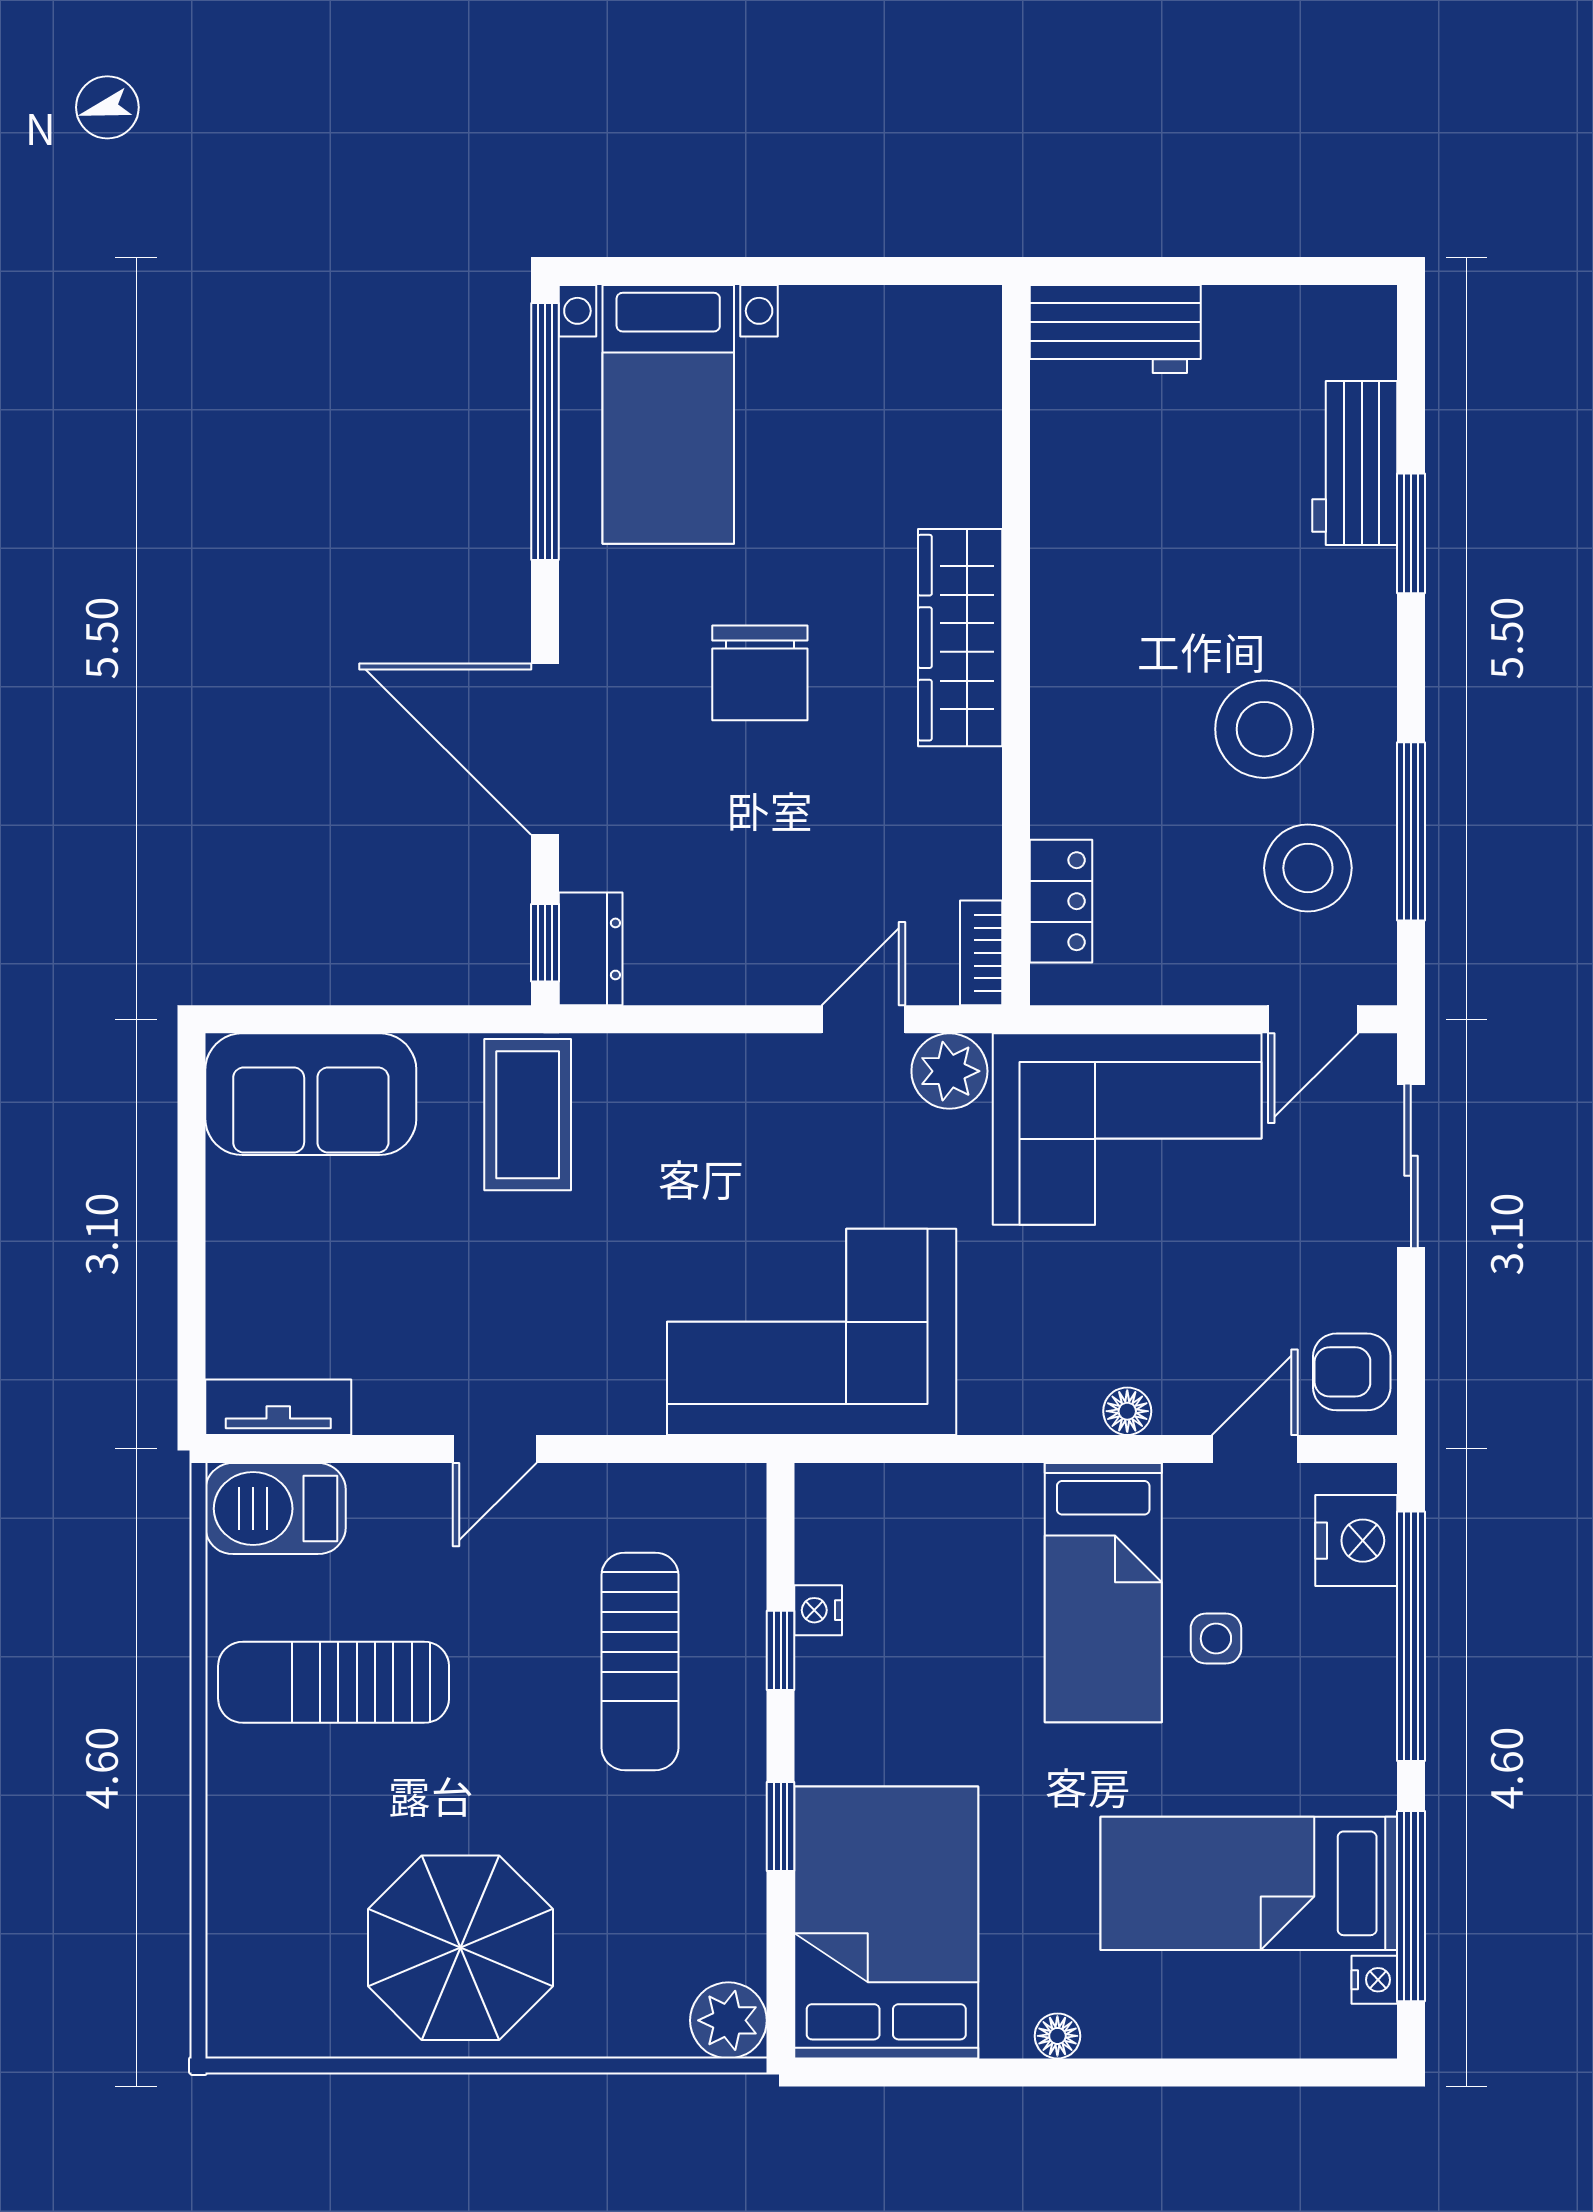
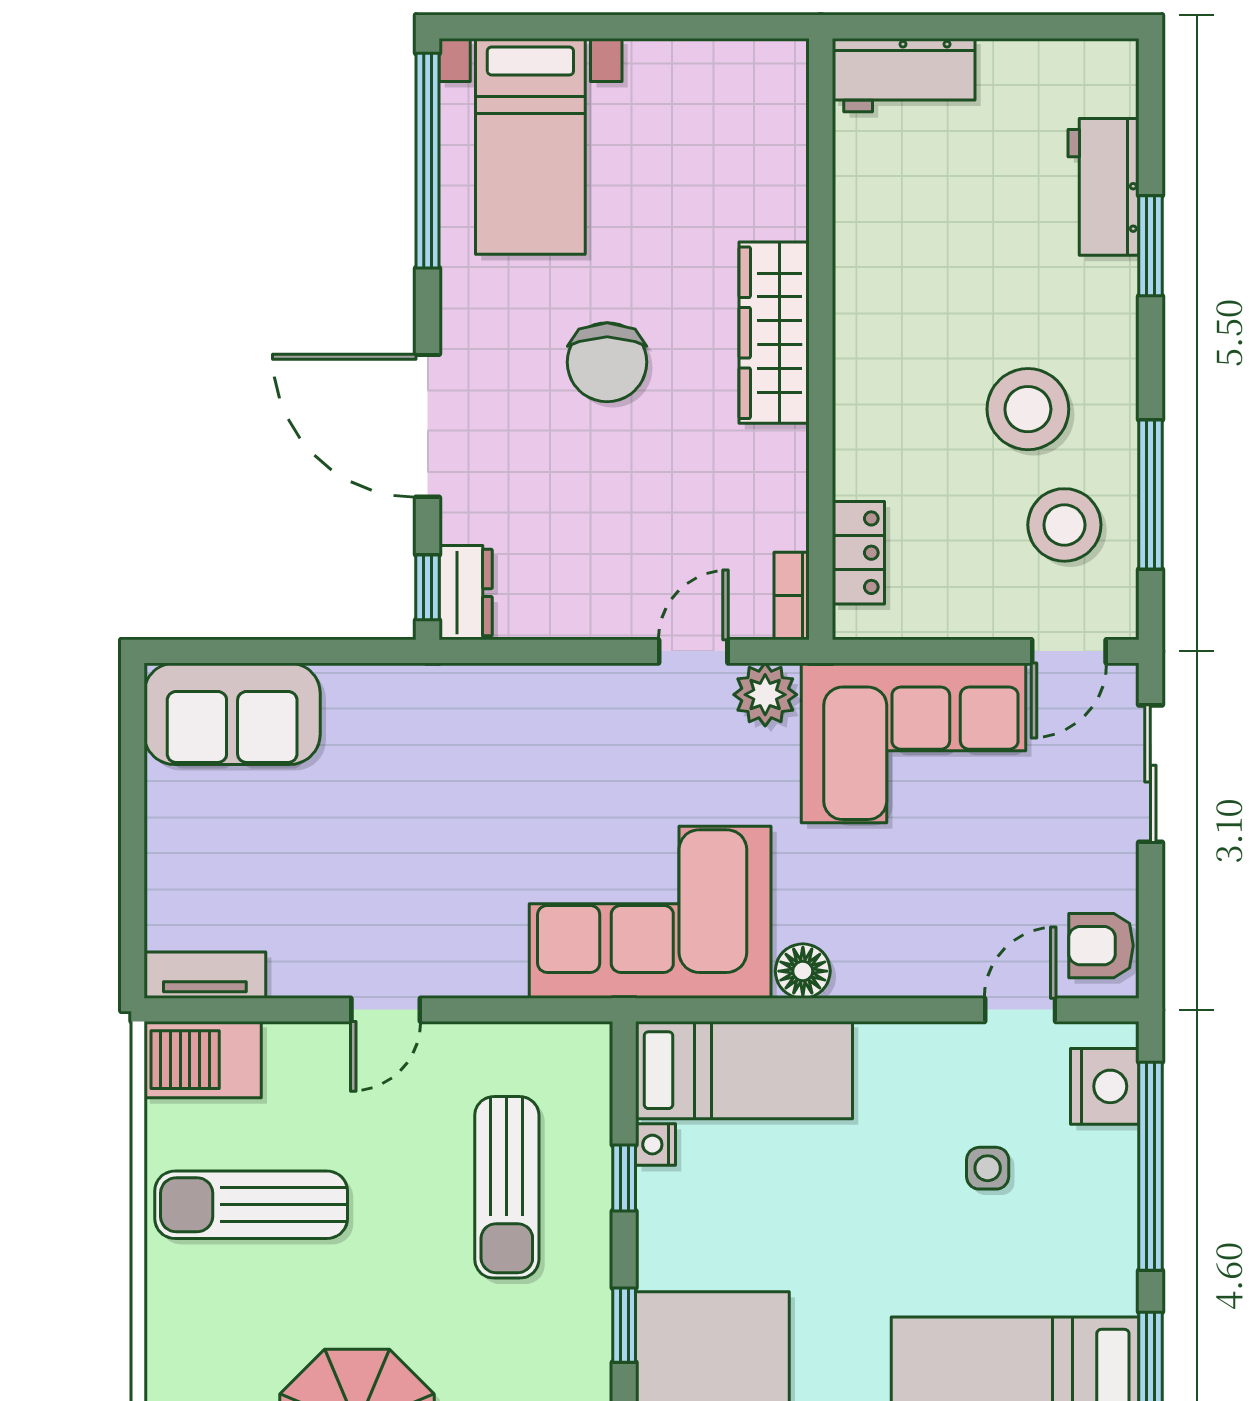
coffee table: (528, 1115) -> (413, 731), removed
floor lamp: (1127, 1411) -> (803, 971), moved, width x1.37, depth x1.37
bed: (1103, 1593) -> (744, 1070), moved, turned -90

